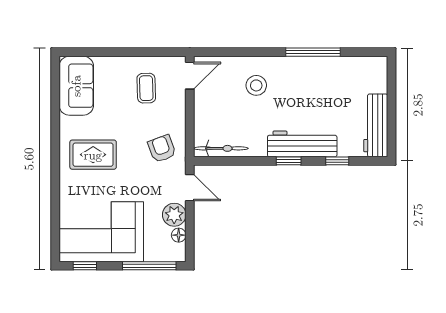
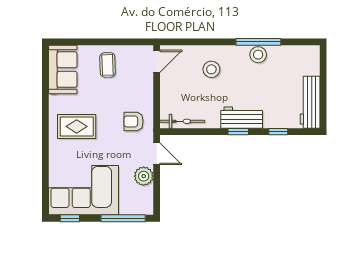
stool: (313, 68) -> (258, 55), added
coffee table: (146, 88) -> (108, 65), moved
workbench: (302, 144) -> (242, 118), width x0.73
armchair: (162, 149) -> (133, 121), turned -70
floor lamp: (179, 235) -> (147, 193), removed

